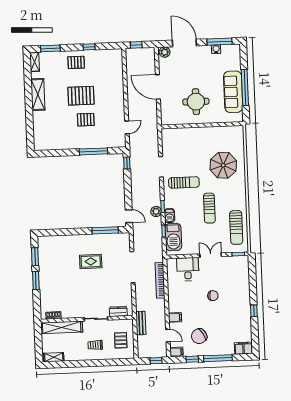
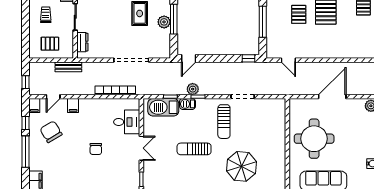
round table: (196, 102) -> (314, 139), width x1.36, depth x1.36
sun lounger: (236, 227) -> (171, 178), removed
window: (105, 230) -> (174, 19), moved
plant: (97, 239) -> (164, 22), added

